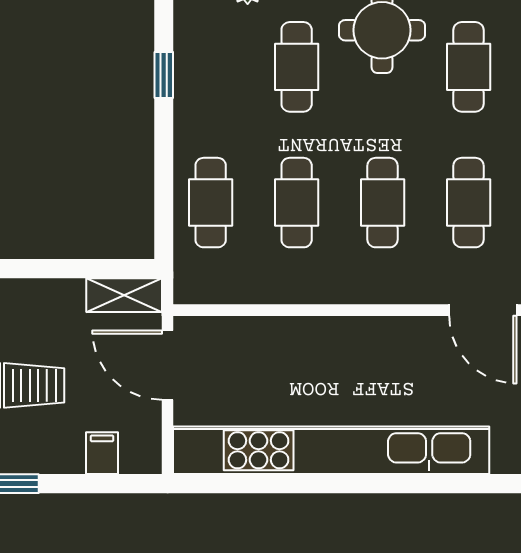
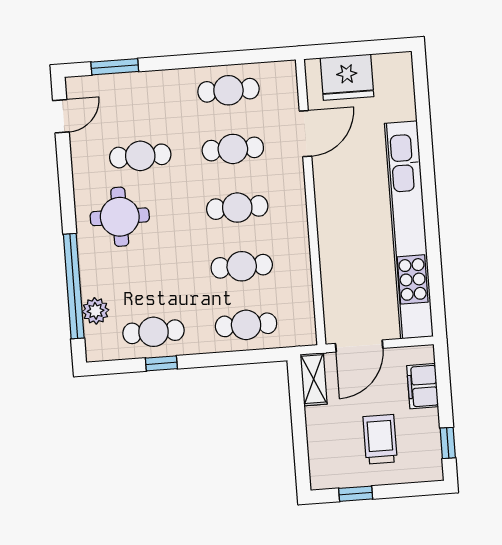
cafe table: (297, 67) -> (153, 332), moved
filing cabinet: (102, 453) -> (423, 386), width x2.00

